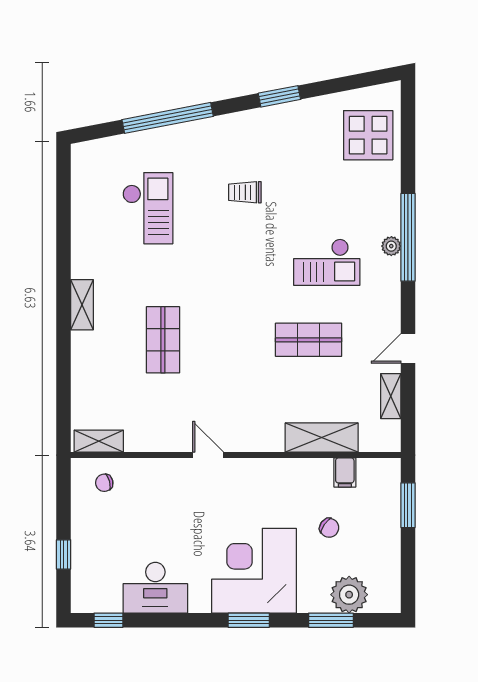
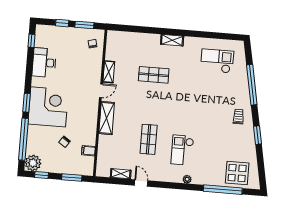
trolley: (245, 192) -> (238, 116), moved
checkout: (148, 208) -> (217, 61), moved, turned 180
window: (408, 237) -> (223, 190), moved
shelving: (322, 438) -> (107, 118), moved
shelving: (99, 441) -> (109, 72), moved
window: (64, 504) -> (84, 25), added
window: (408, 573) -> (41, 175), added
plant: (349, 595) -> (33, 163), moved
window: (331, 620) -> (24, 139), width x2.11

